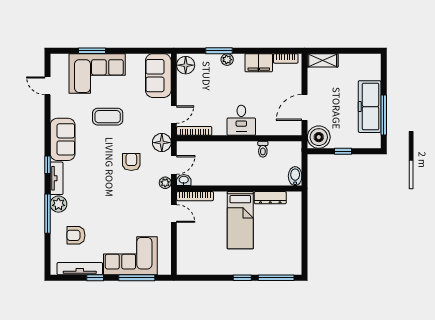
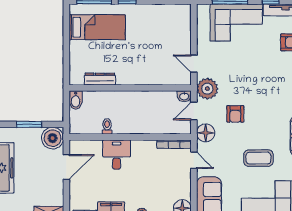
door: (174, 114) -> (194, 160), swing flipped
desk: (241, 120) -> (117, 155), moved
window: (343, 151) -> (29, 124), width x1.50
plant: (165, 183) -> (207, 89), width x1.88, depth x1.88
bookcase: (195, 196) -> (173, 81), removed
bed: (240, 220) -> (97, 27), moved, turned 90

